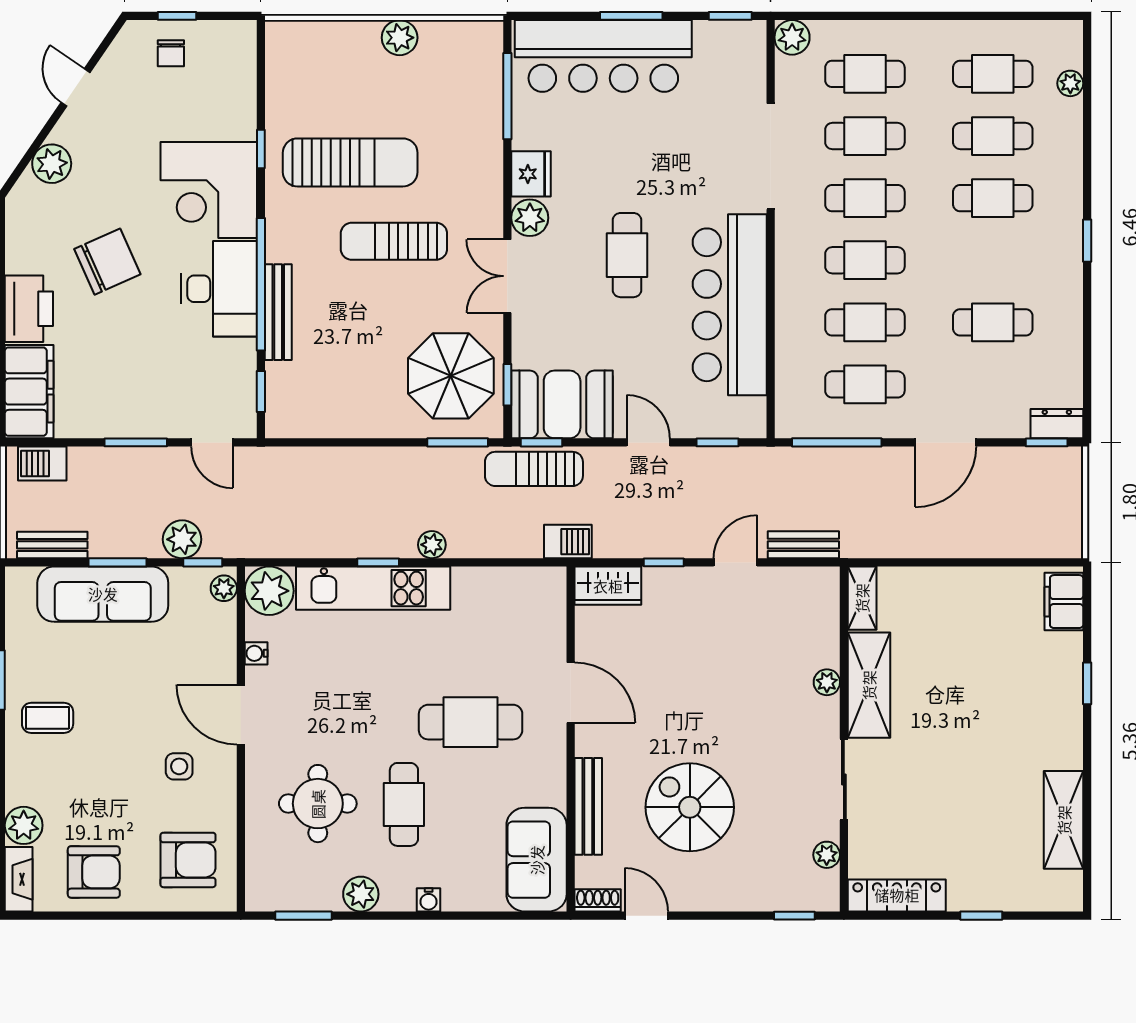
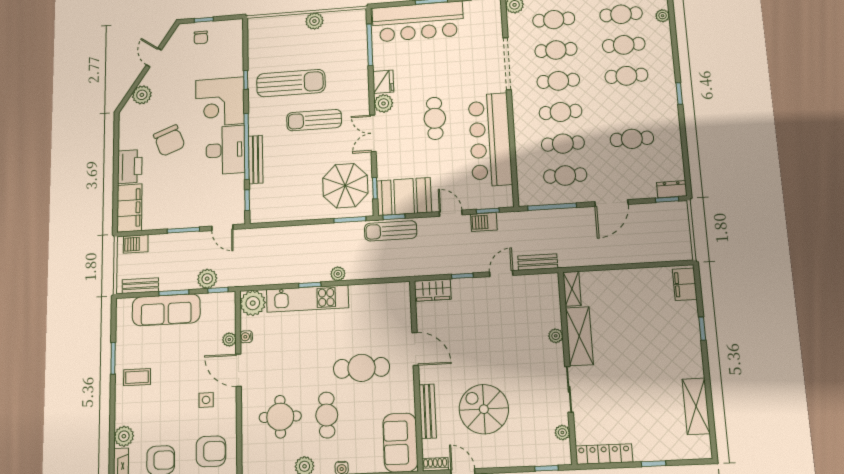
chair: (107, 262) -> (169, 141), turned 93
barbecue: (568, 542) -> (484, 222), moved, turned 180
plant: (224, 588) -> (229, 340), moved

